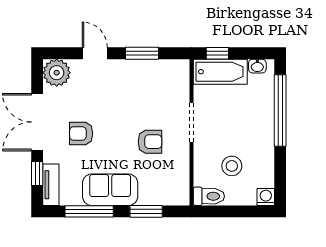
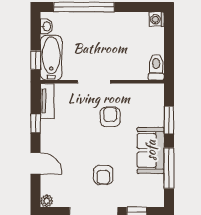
door: (95, 53) -> (36, 163), swing flipped
window: (142, 53) -> (36, 123), width x0.67
plant: (57, 73) -> (47, 201), width x0.53, depth x0.53
stool: (232, 166) -> (131, 48), removed
tv unit: (51, 185) -> (47, 101), moved, turned 90

